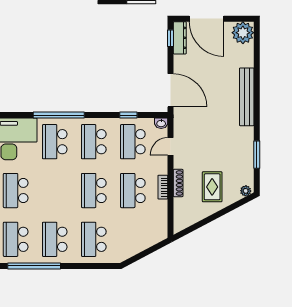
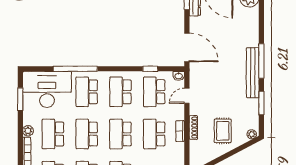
bench: (247, 97) -> (253, 73), moved
window: (257, 106) -> (261, 61), added
window: (59, 115) -> (75, 69), moved
school desk: (55, 191) -> (87, 134), added

